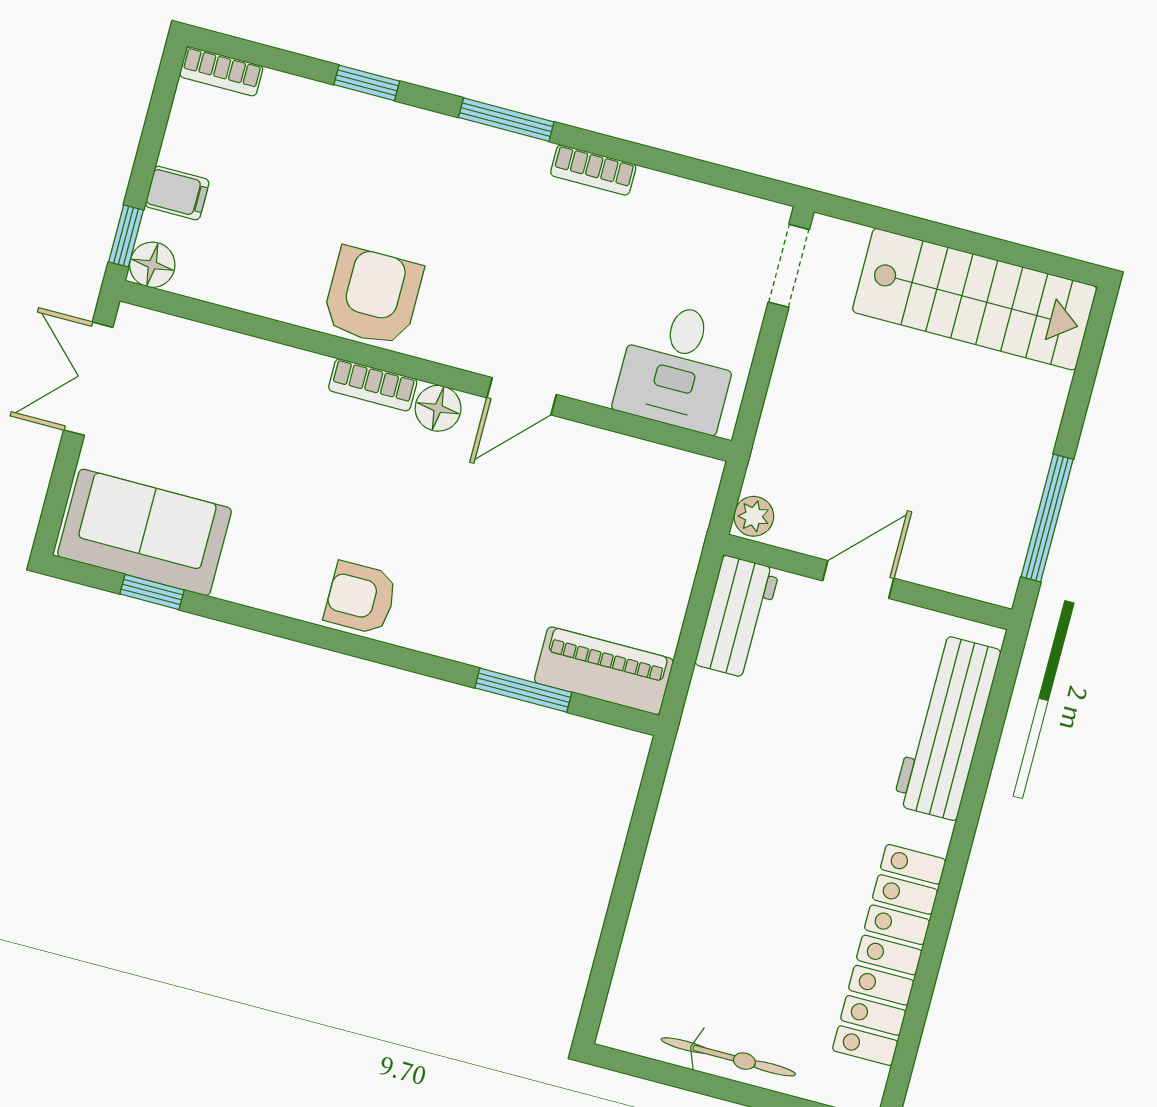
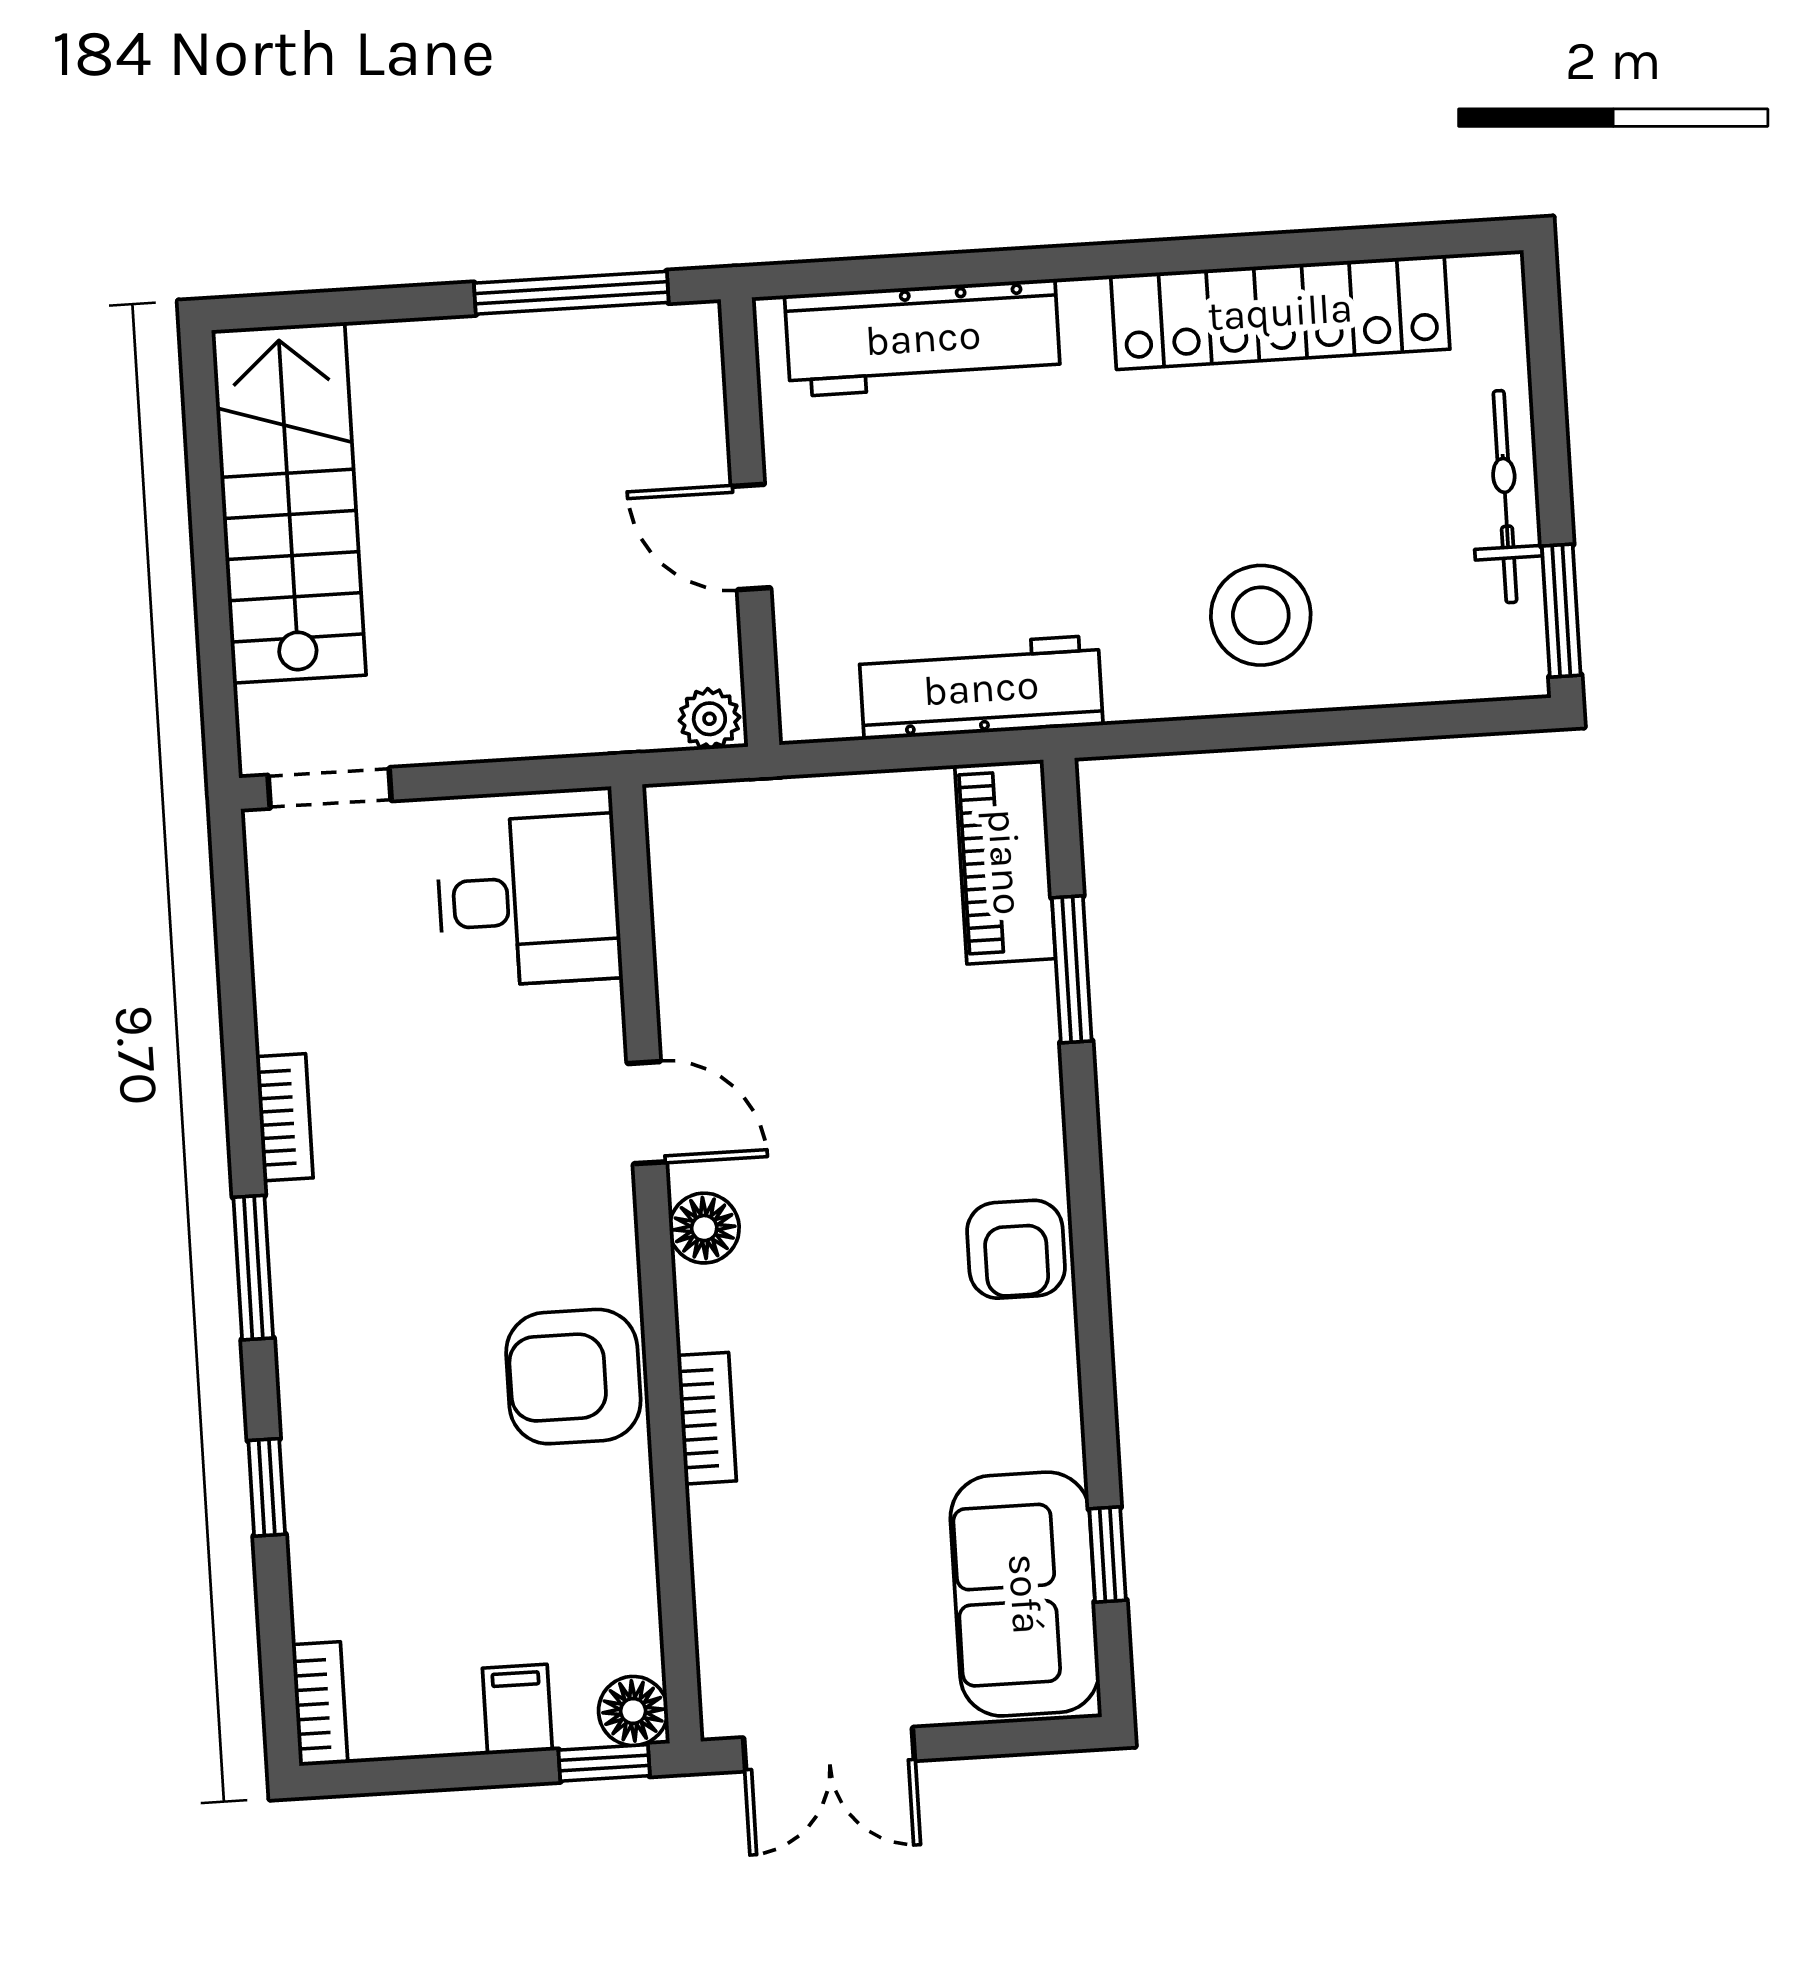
bookcase: (373, 385) -> (707, 1418), moved
workbench: (737, 617) -> (981, 688), moved, width x1.37
stool: (705, 881) -> (1261, 615), added
window: (646, 1068) -> (1561, 611), added

